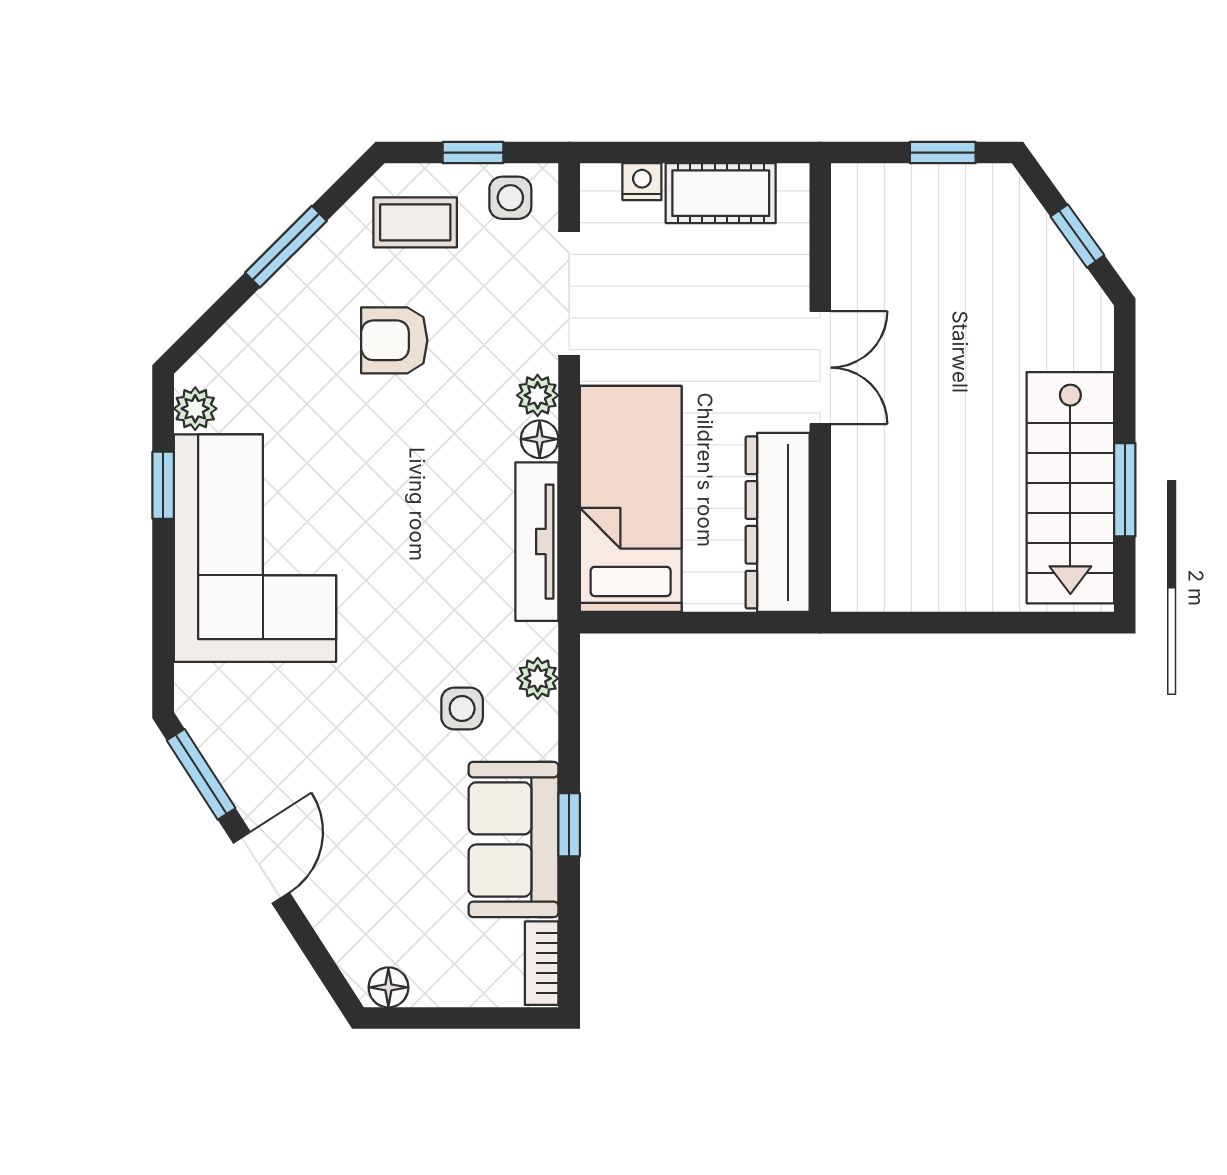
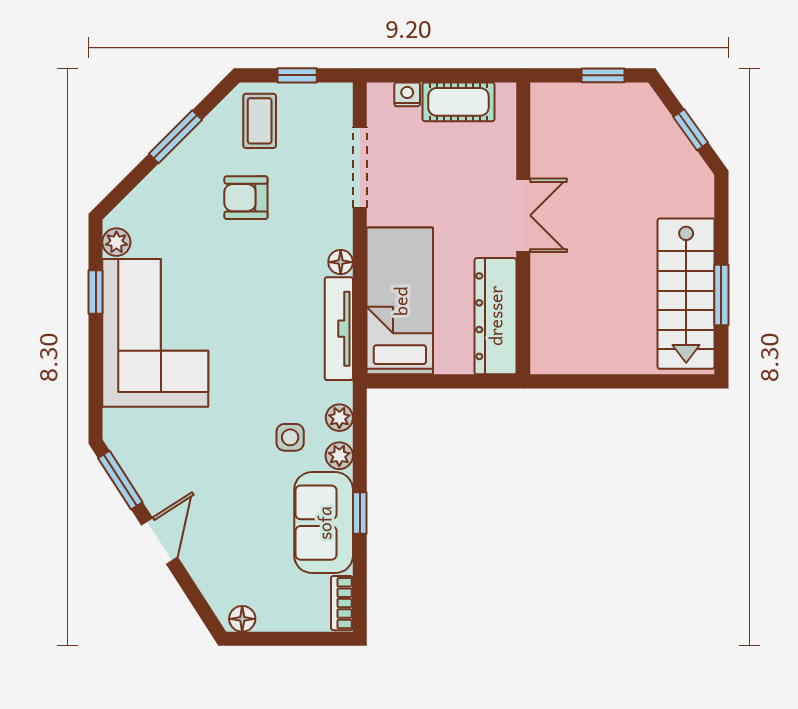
side table: (510, 198) -> (322, 105), removed
coffee table: (415, 222) -> (260, 121), turned 90
plant: (538, 395) -> (339, 456), moved

